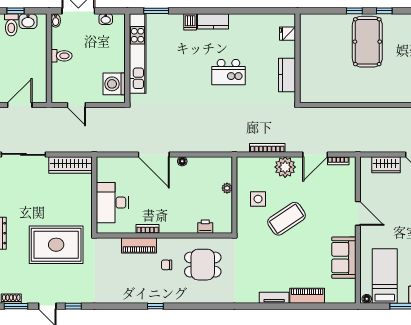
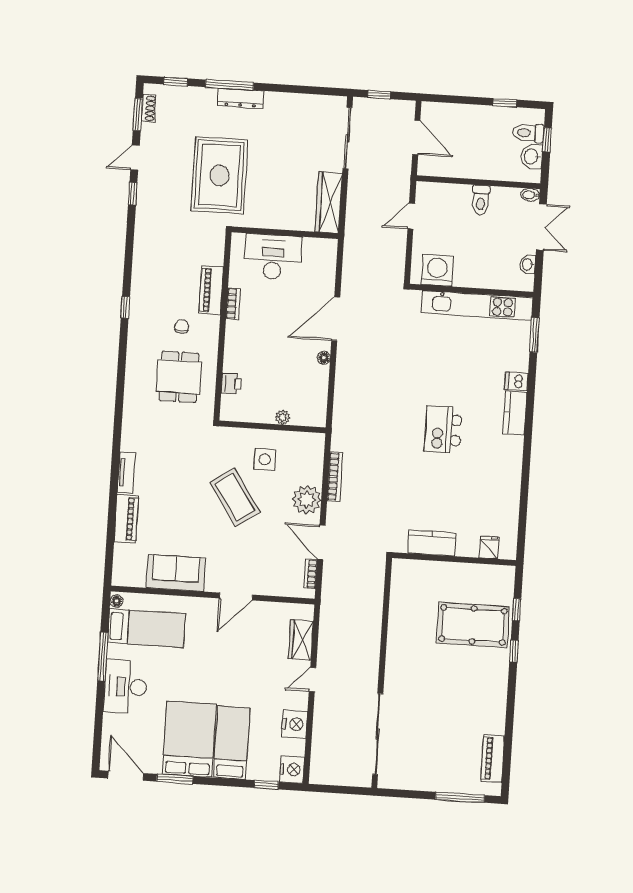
fridge: (287, 34) -> (489, 547), moved
wall: (297, 58) -> (454, 559), moved
kitchen counter: (287, 75) -> (432, 543), moved

